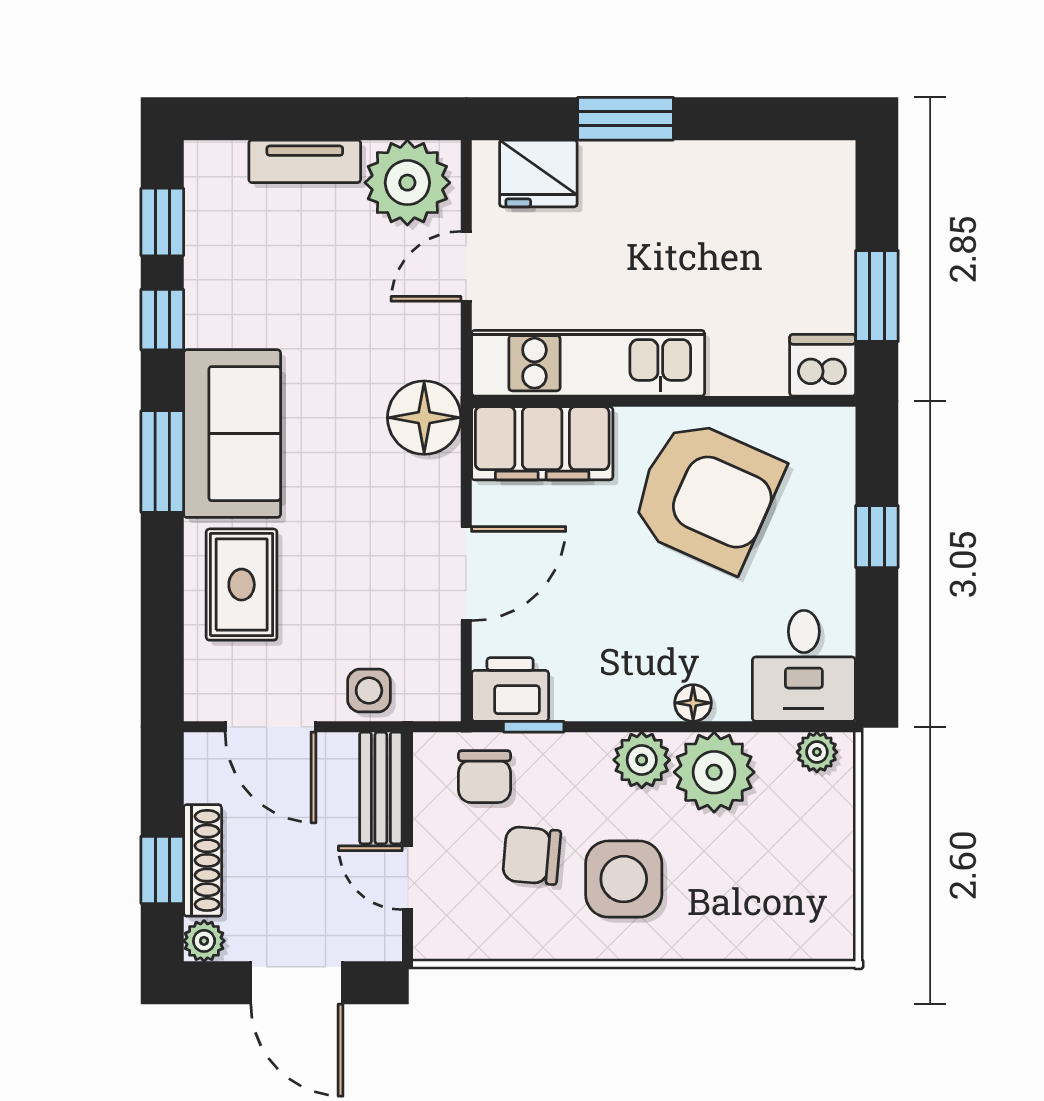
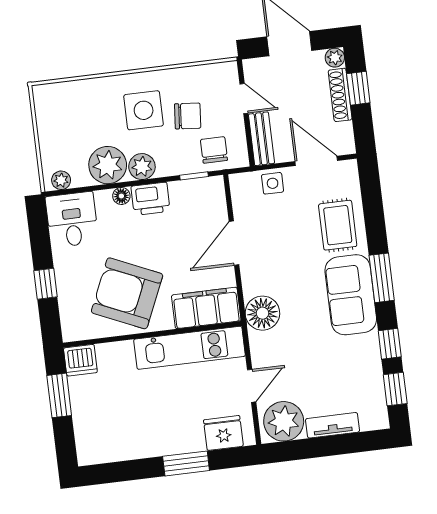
printer: (510, 690) -> (151, 199), moved

